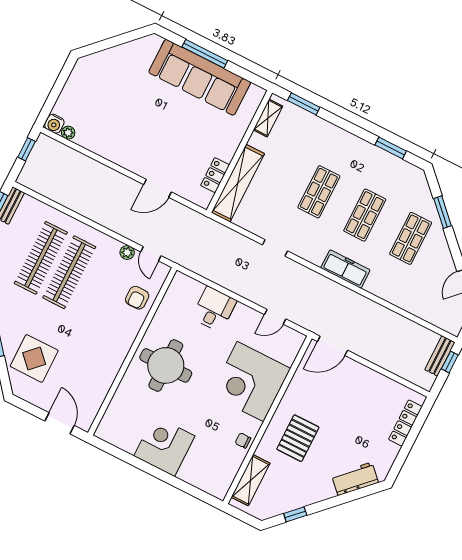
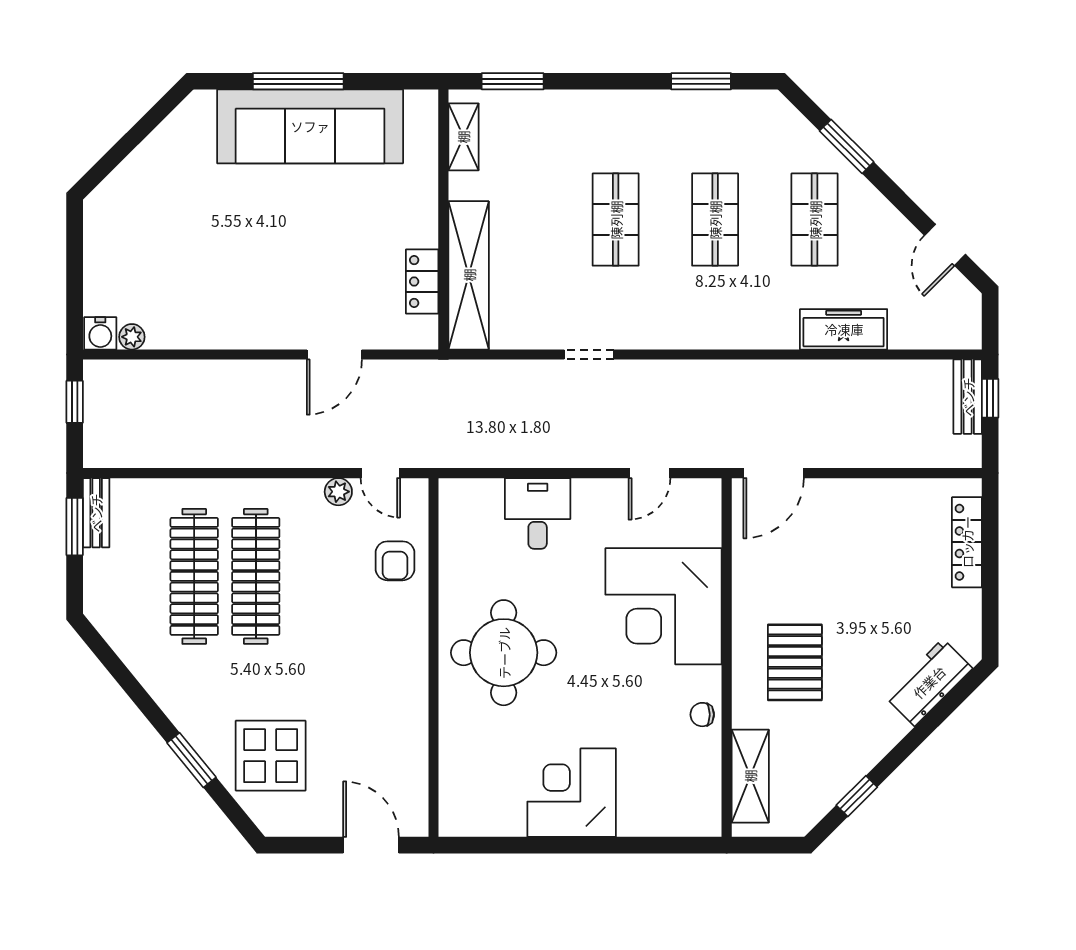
freezer: (345, 269) -> (844, 329), moved

